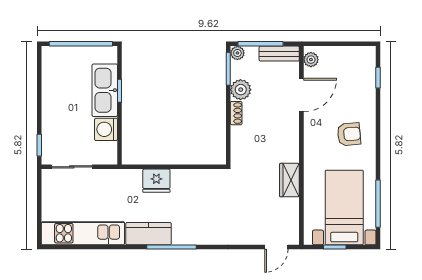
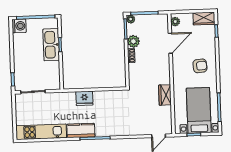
bench: (279, 54) -> (156, 19), removed
wardrobe: (358, 56) -> (204, 18), added
washing machine: (106, 129) -> (19, 26), moved, turned 180

